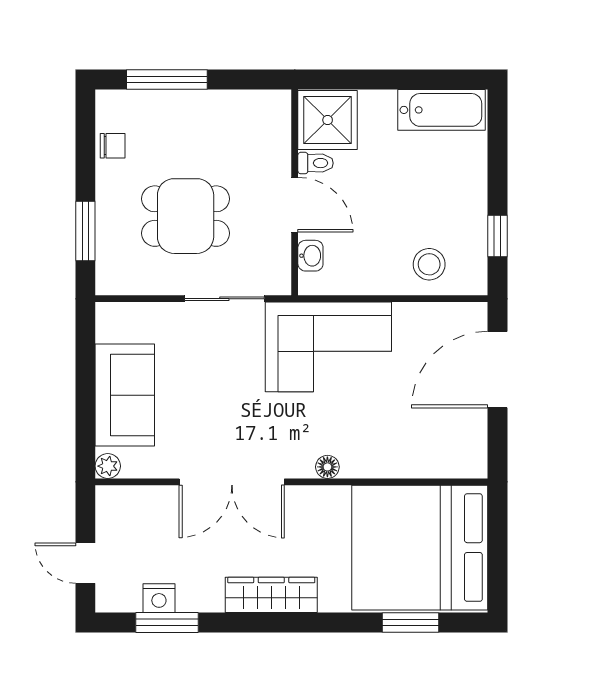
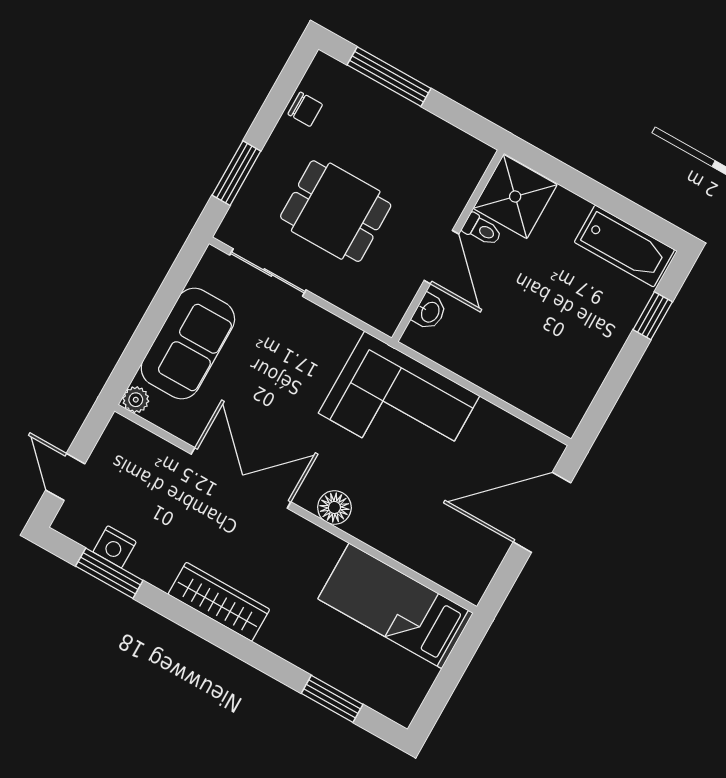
window: (497, 236) -> (653, 316), moved
stool: (429, 264) -> (534, 381), removed
sliding door: (224, 299) -> (268, 272), moved
floor lamp: (327, 467) -> (334, 507), width x1.37, depth x1.37
double door: (232, 482) -> (241, 478), swing flipped
bed: (420, 548) -> (396, 606), width x0.49

